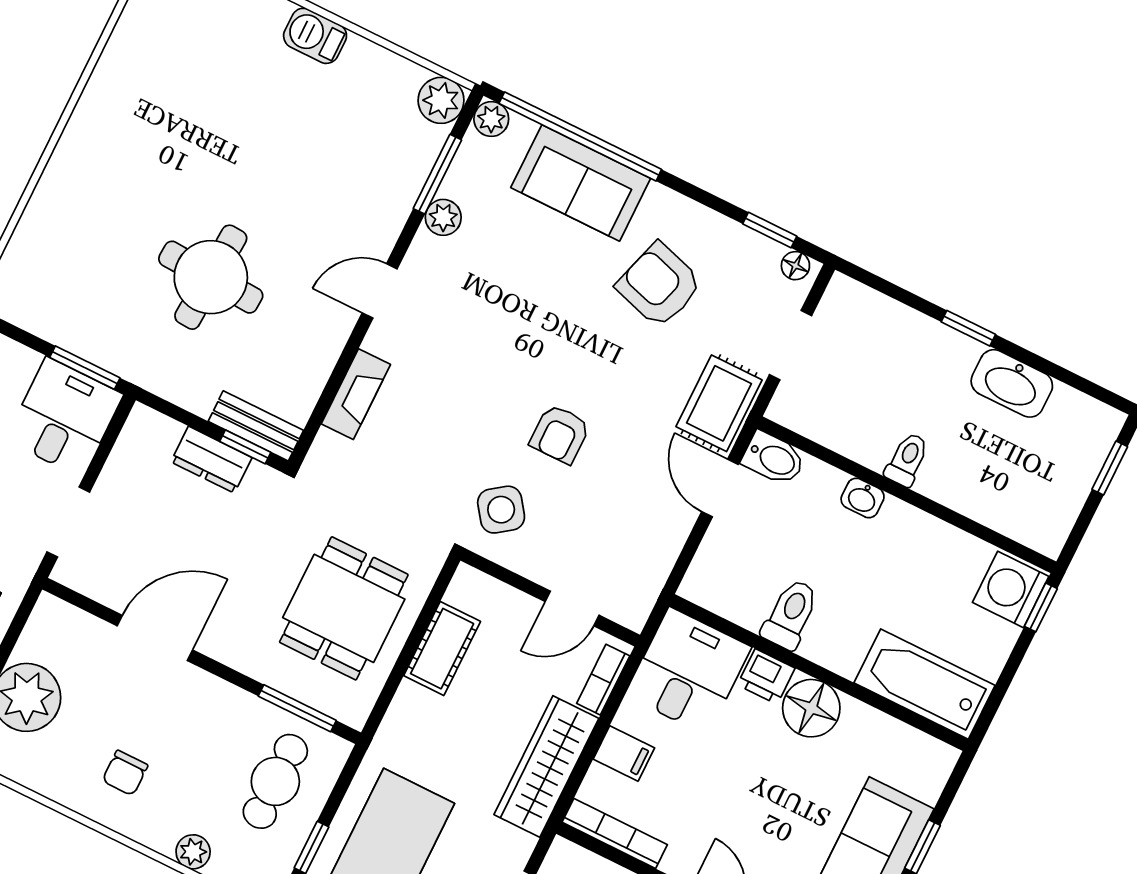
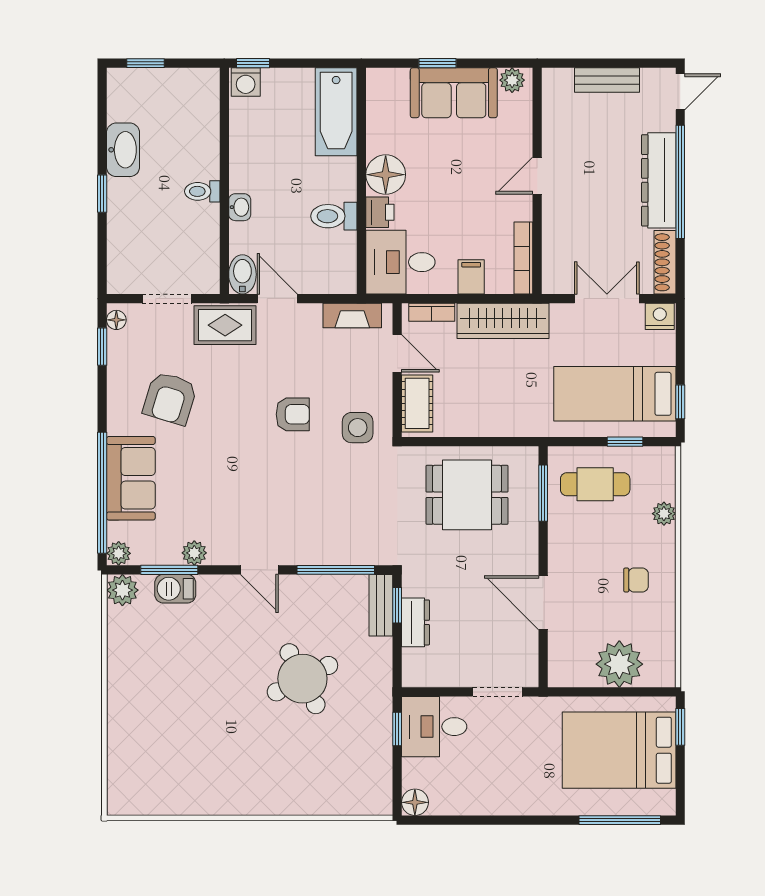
barbecue: (315, 36) -> (175, 589), moved, turned 90
round table: (211, 277) -> (302, 679), turned -30
window: (85, 368) -> (397, 729), width x0.67
window: (331, 390) -> (336, 570), added
fireplace: (356, 394) -> (352, 315), moved, turned 180
door: (720, 488) -> (277, 299), swing flipped
side table: (501, 510) -> (358, 428), turned 36
washing machine: (1011, 589) -> (246, 82), width x0.73, depth x0.73
cot: (442, 649) -> (417, 403), moved, turned 90

